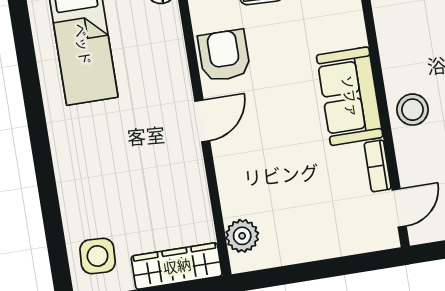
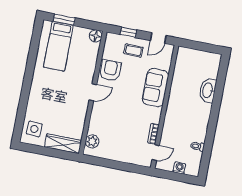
sofa: (350, 96) -> (155, 88), moved
stool: (413, 110) -> (174, 117), removed

